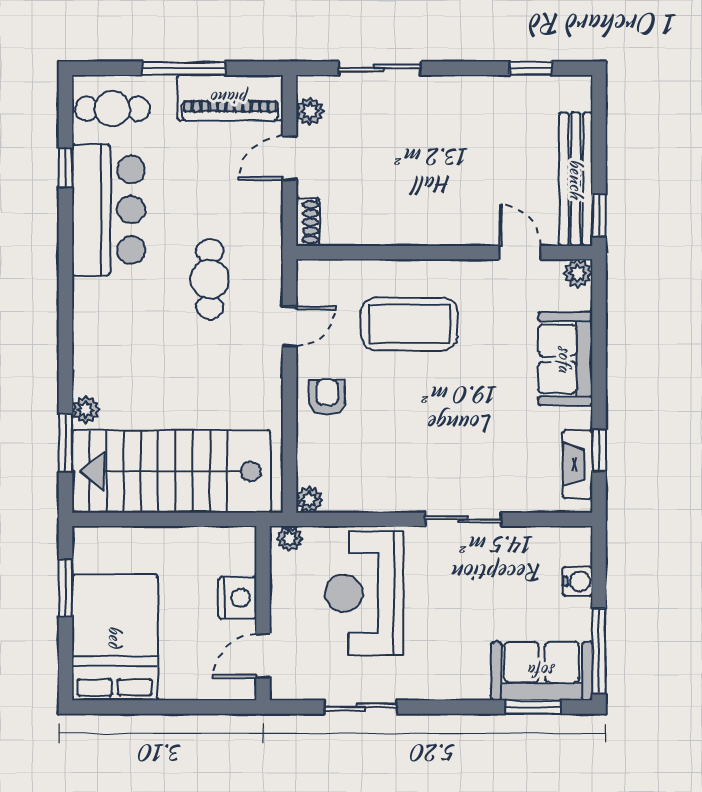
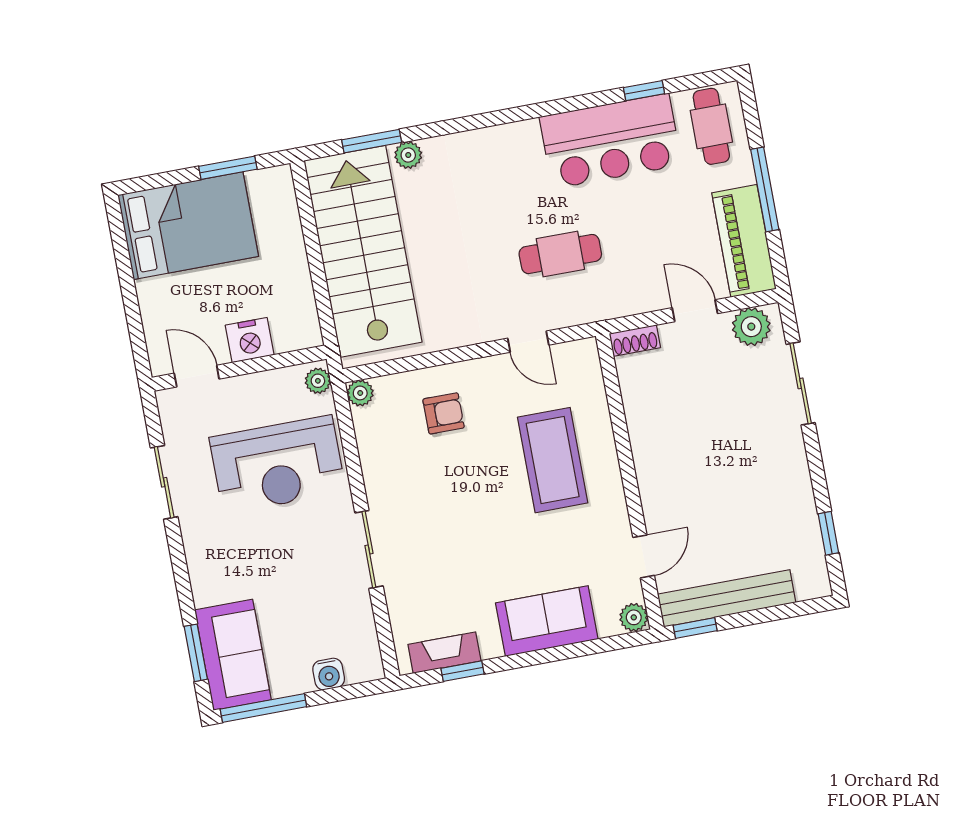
plant: (310, 111) -> (751, 327), width x1.38, depth x1.38
armchair: (327, 397) -> (444, 413), moved
reception desk: (364, 593) -> (278, 465), turned 180

